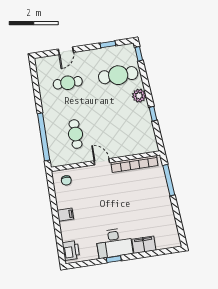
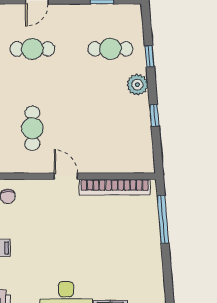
window: (139, 54) -> (149, 56), moved
cafe table: (118, 75) -> (110, 49), width x0.73, depth x0.74

